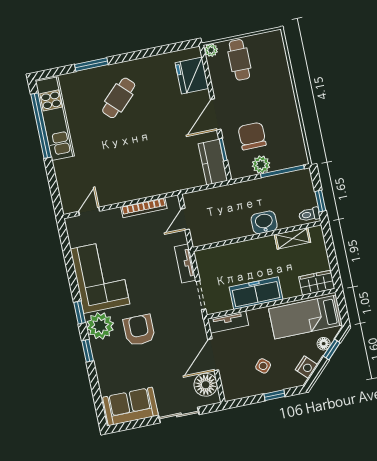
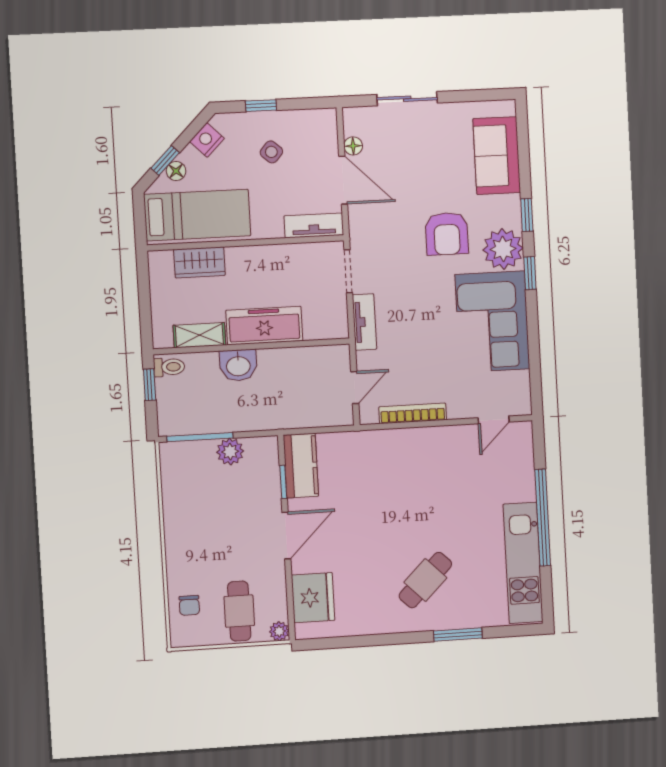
window: (41, 126) -> (543, 518), moved
chair: (252, 136) -> (189, 605), moved, width x0.54, depth x0.54
wardrobe: (317, 283) -> (199, 262), moved
freezer: (256, 293) -> (264, 326), moved, turned 180
door: (213, 355) -> (343, 180), hinge flipped
floor lamp: (206, 385) -> (353, 146), width x0.53, depth x0.53
sofa: (130, 406) -> (497, 156), moved, turned 90

